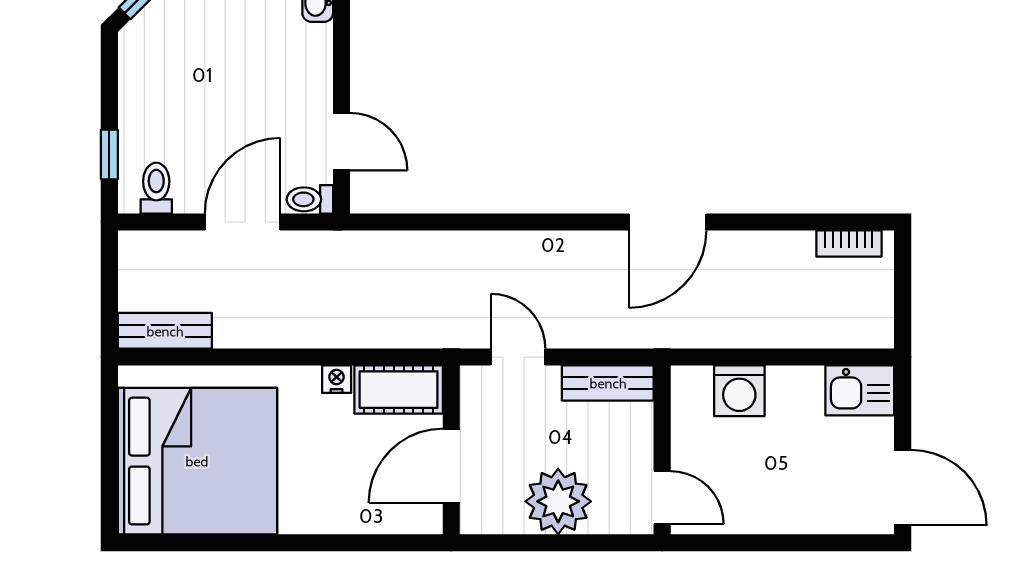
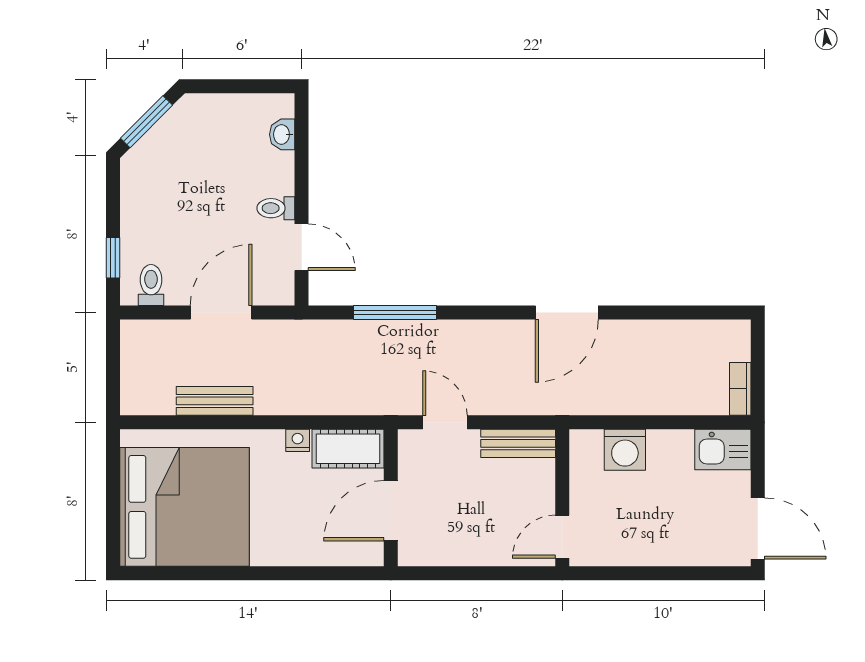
toilet: (310, 199) -> (276, 208), moved
window: (457, 222) -> (395, 313), added
bookcase: (849, 244) -> (740, 389), moved, turned 90
bench: (165, 331) -> (215, 401), moved
door: (662, 498) -> (562, 537), swing flipped
plant: (558, 501) -> (478, 540), removed

